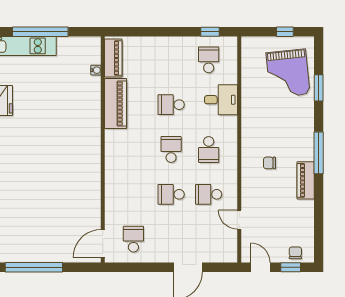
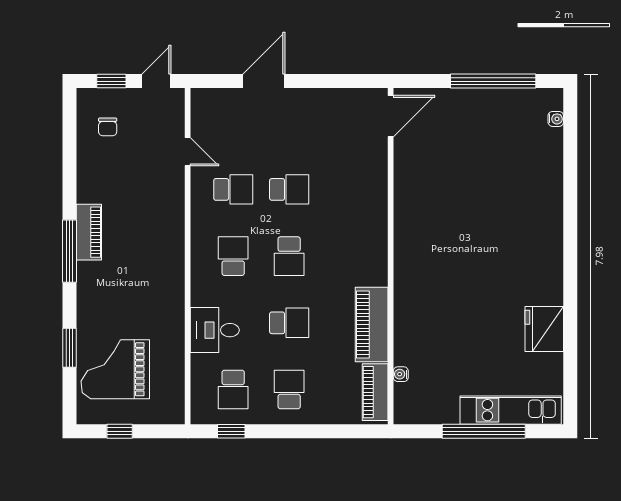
grand piano: (288, 73) -> (115, 369), turned -84
chair: (270, 163) -> (143, 236), removed
piano: (306, 180) -> (89, 232), moved
school desk: (133, 239) -> (289, 390), moved, turned 180
chair: (295, 253) -> (108, 127), moved
door: (260, 267) -> (156, 81), swing flipped

